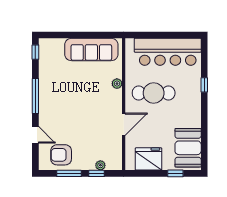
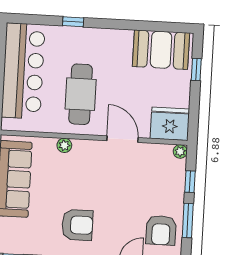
armchair: (62, 96) -> (77, 225), added
fridge: (148, 159) -> (170, 124), moved, turned 90
plant: (100, 165) -> (180, 151), moved

